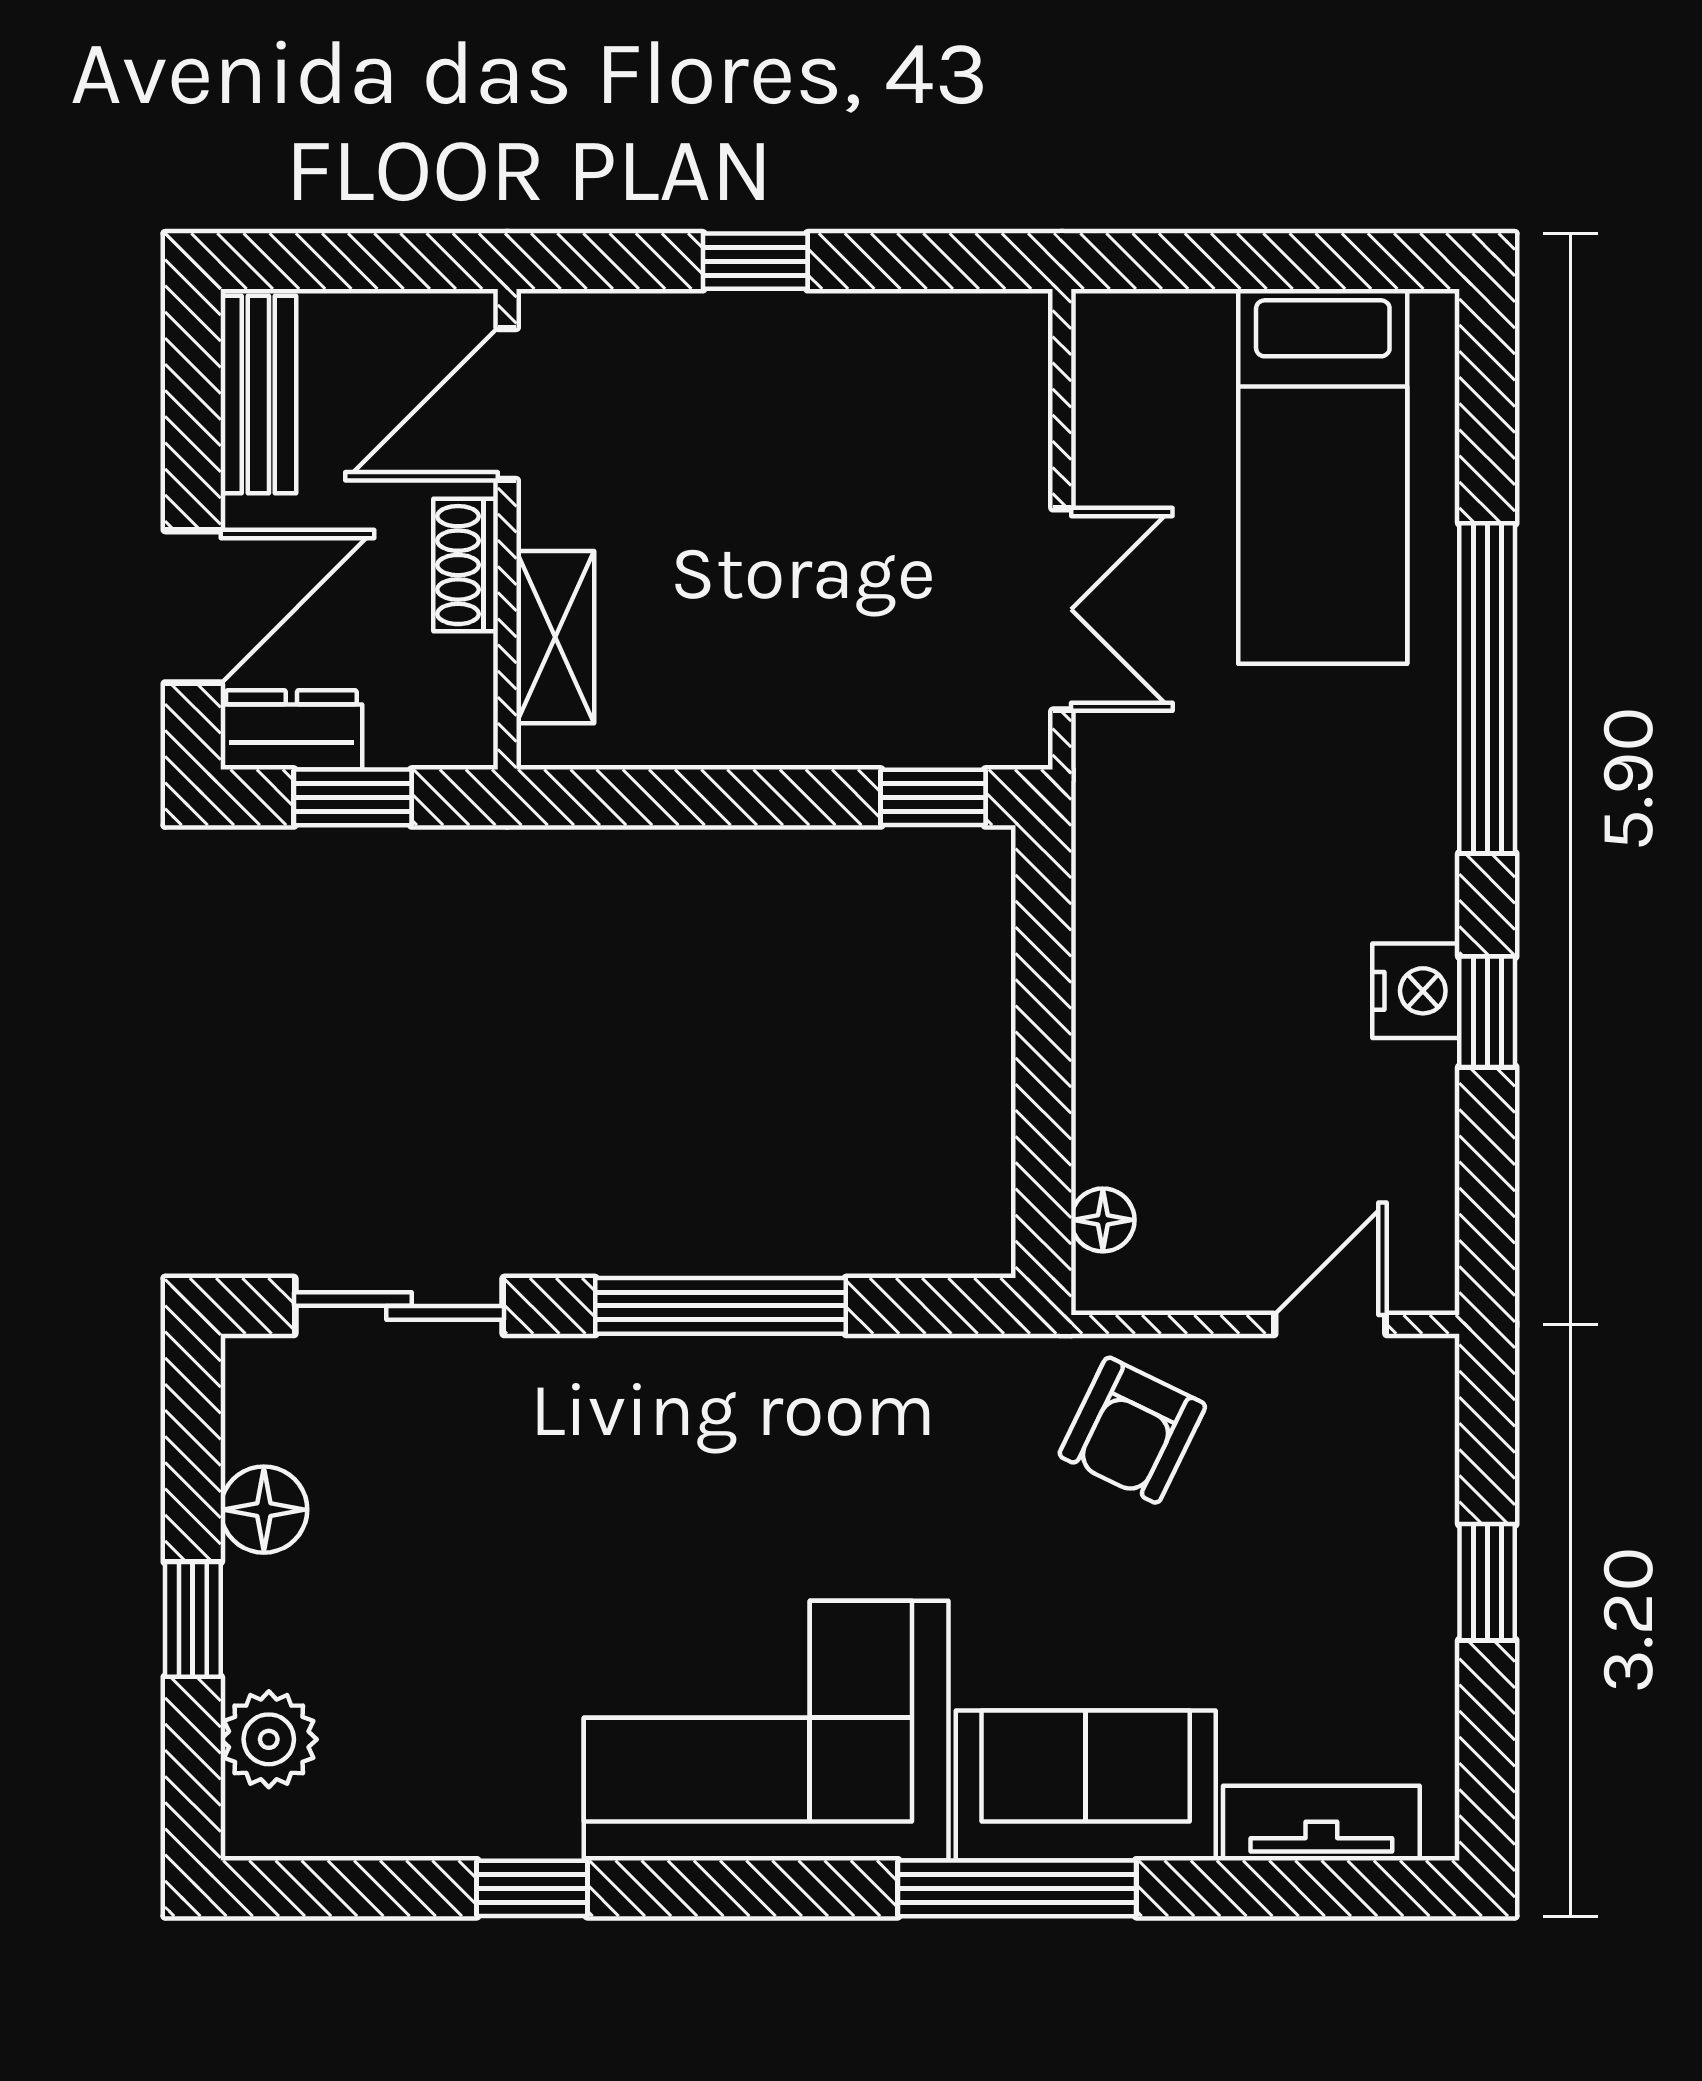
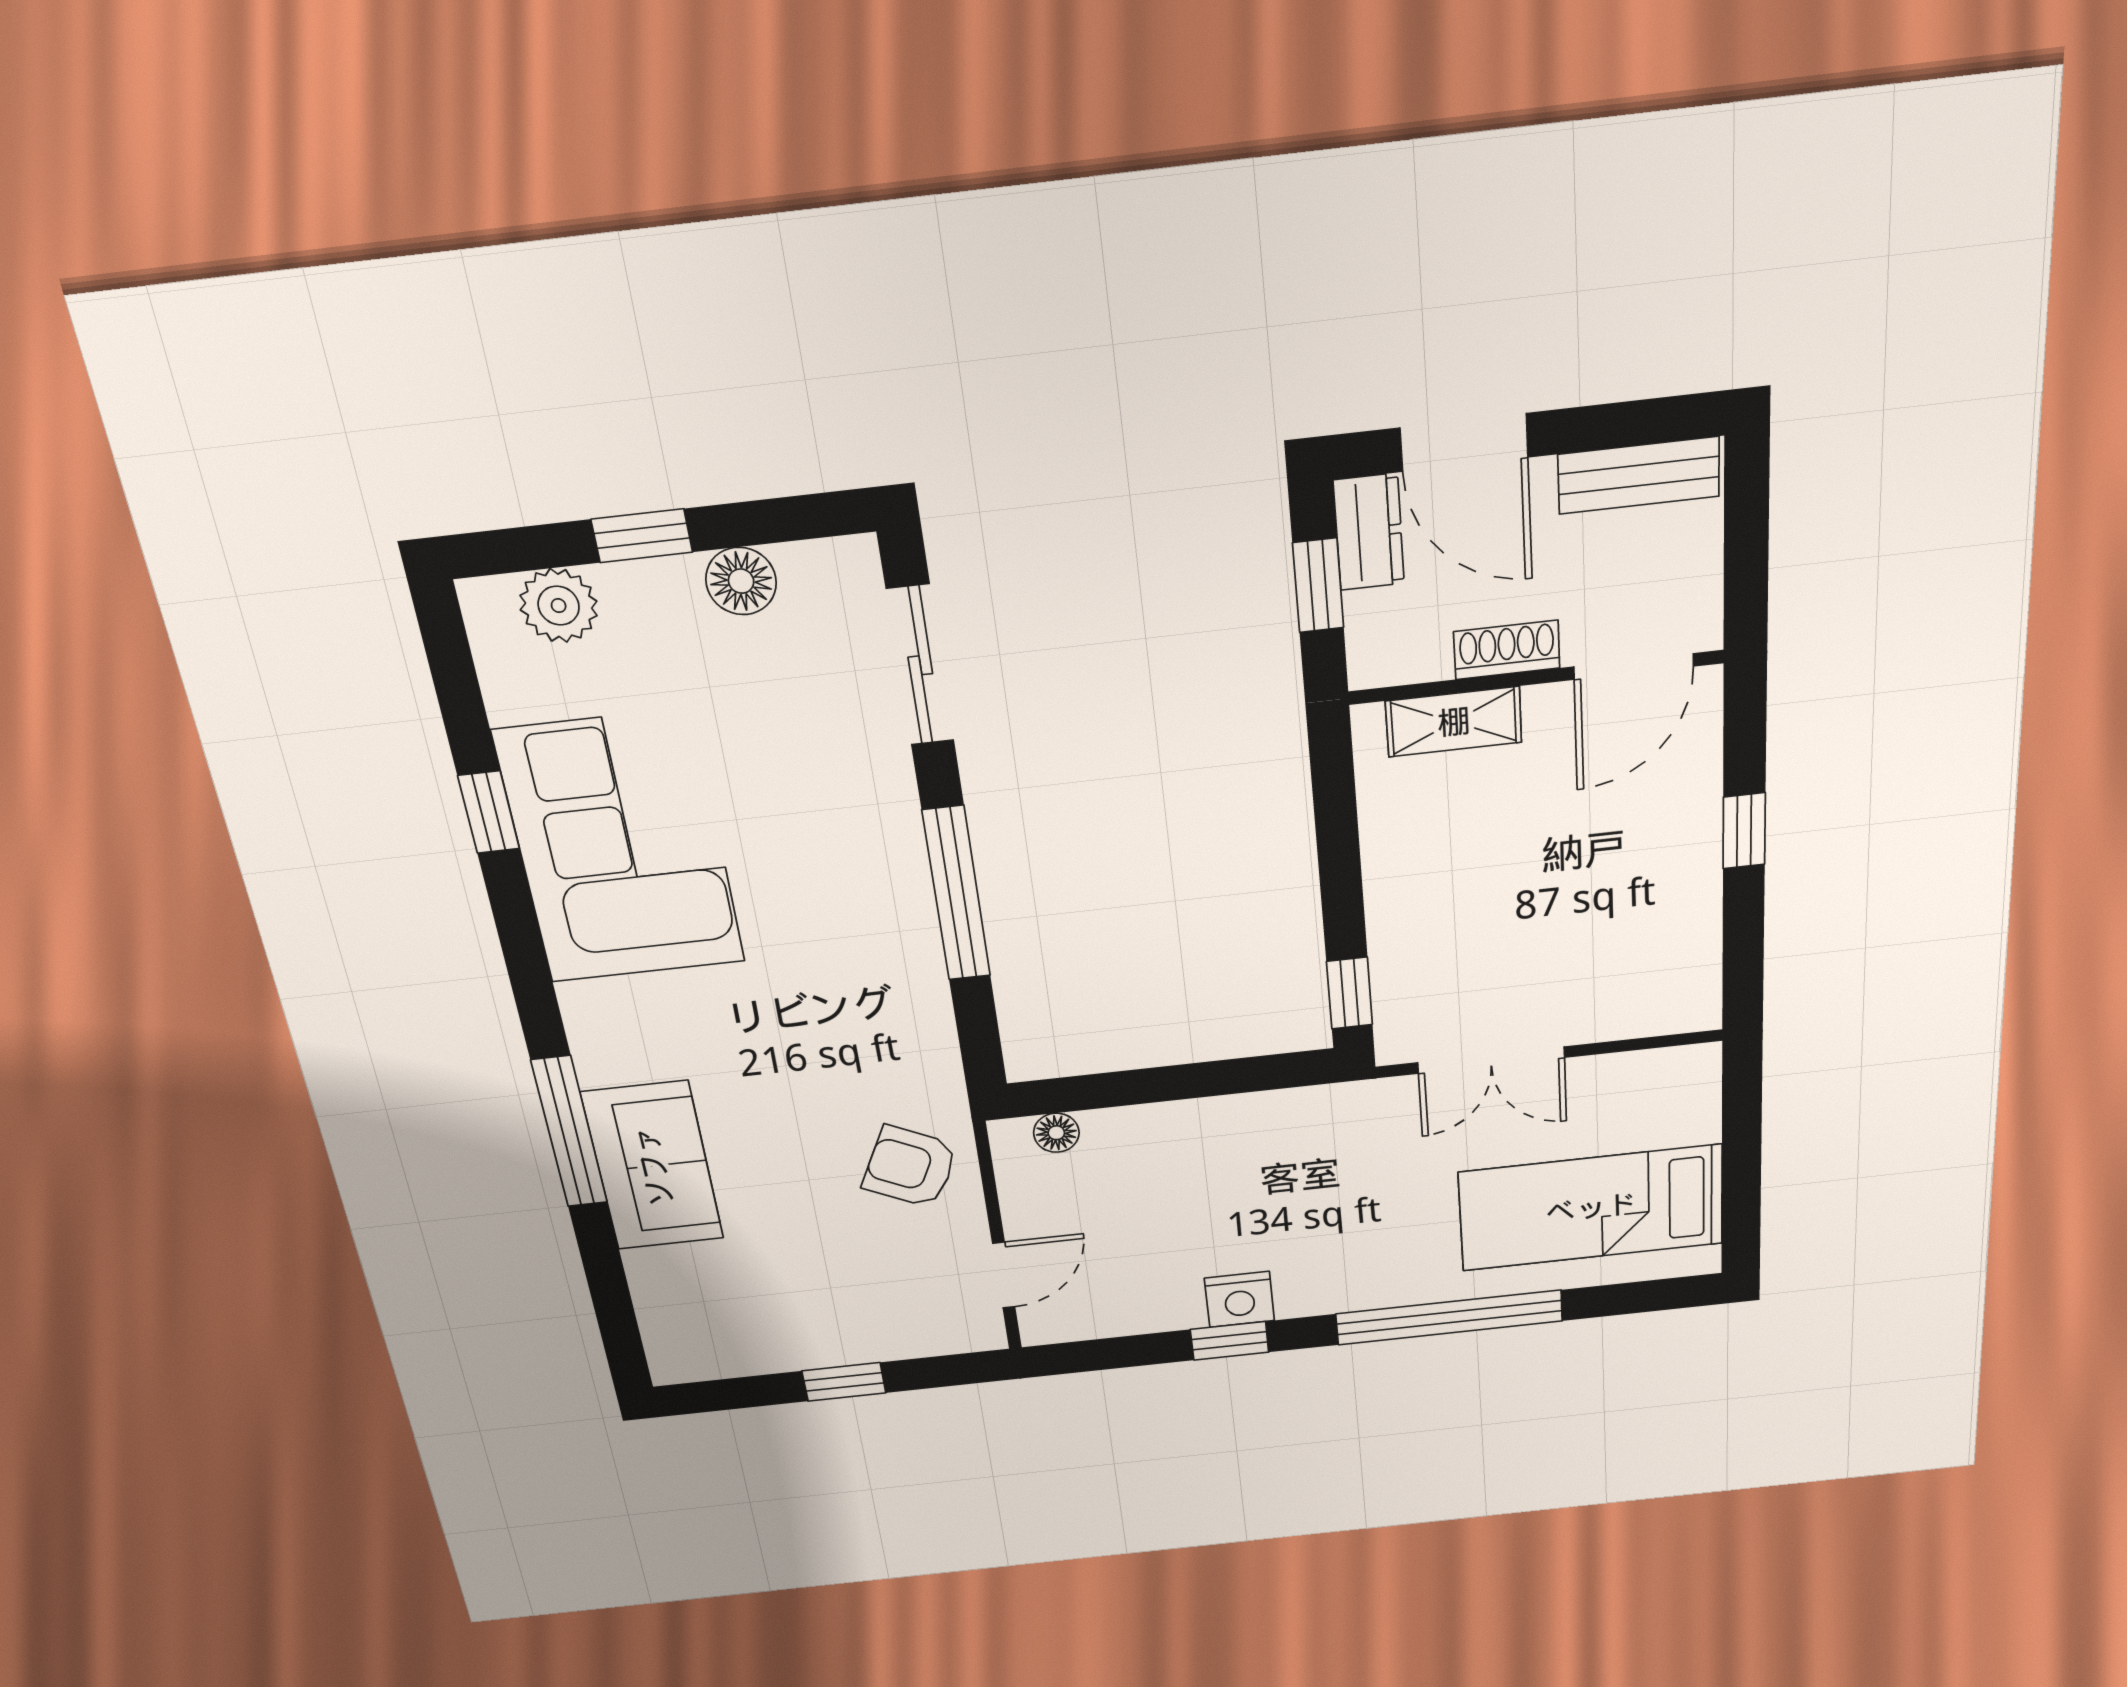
door: (507, 404) -> (1634, 667), swing flipped
door: (1330, 1324) -> (1004, 1275), hinge flipped
corner sofa: (766, 1731) -> (621, 848), moved
tv unit: (1321, 1823) -> (659, 1307), removed

